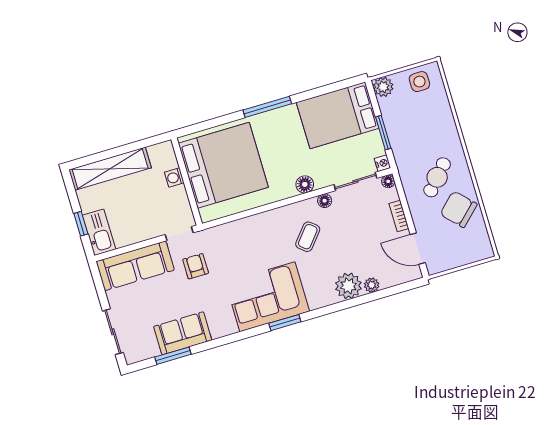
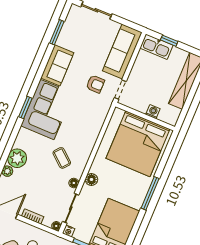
sofa: (183, 333) -> (57, 65), moved

